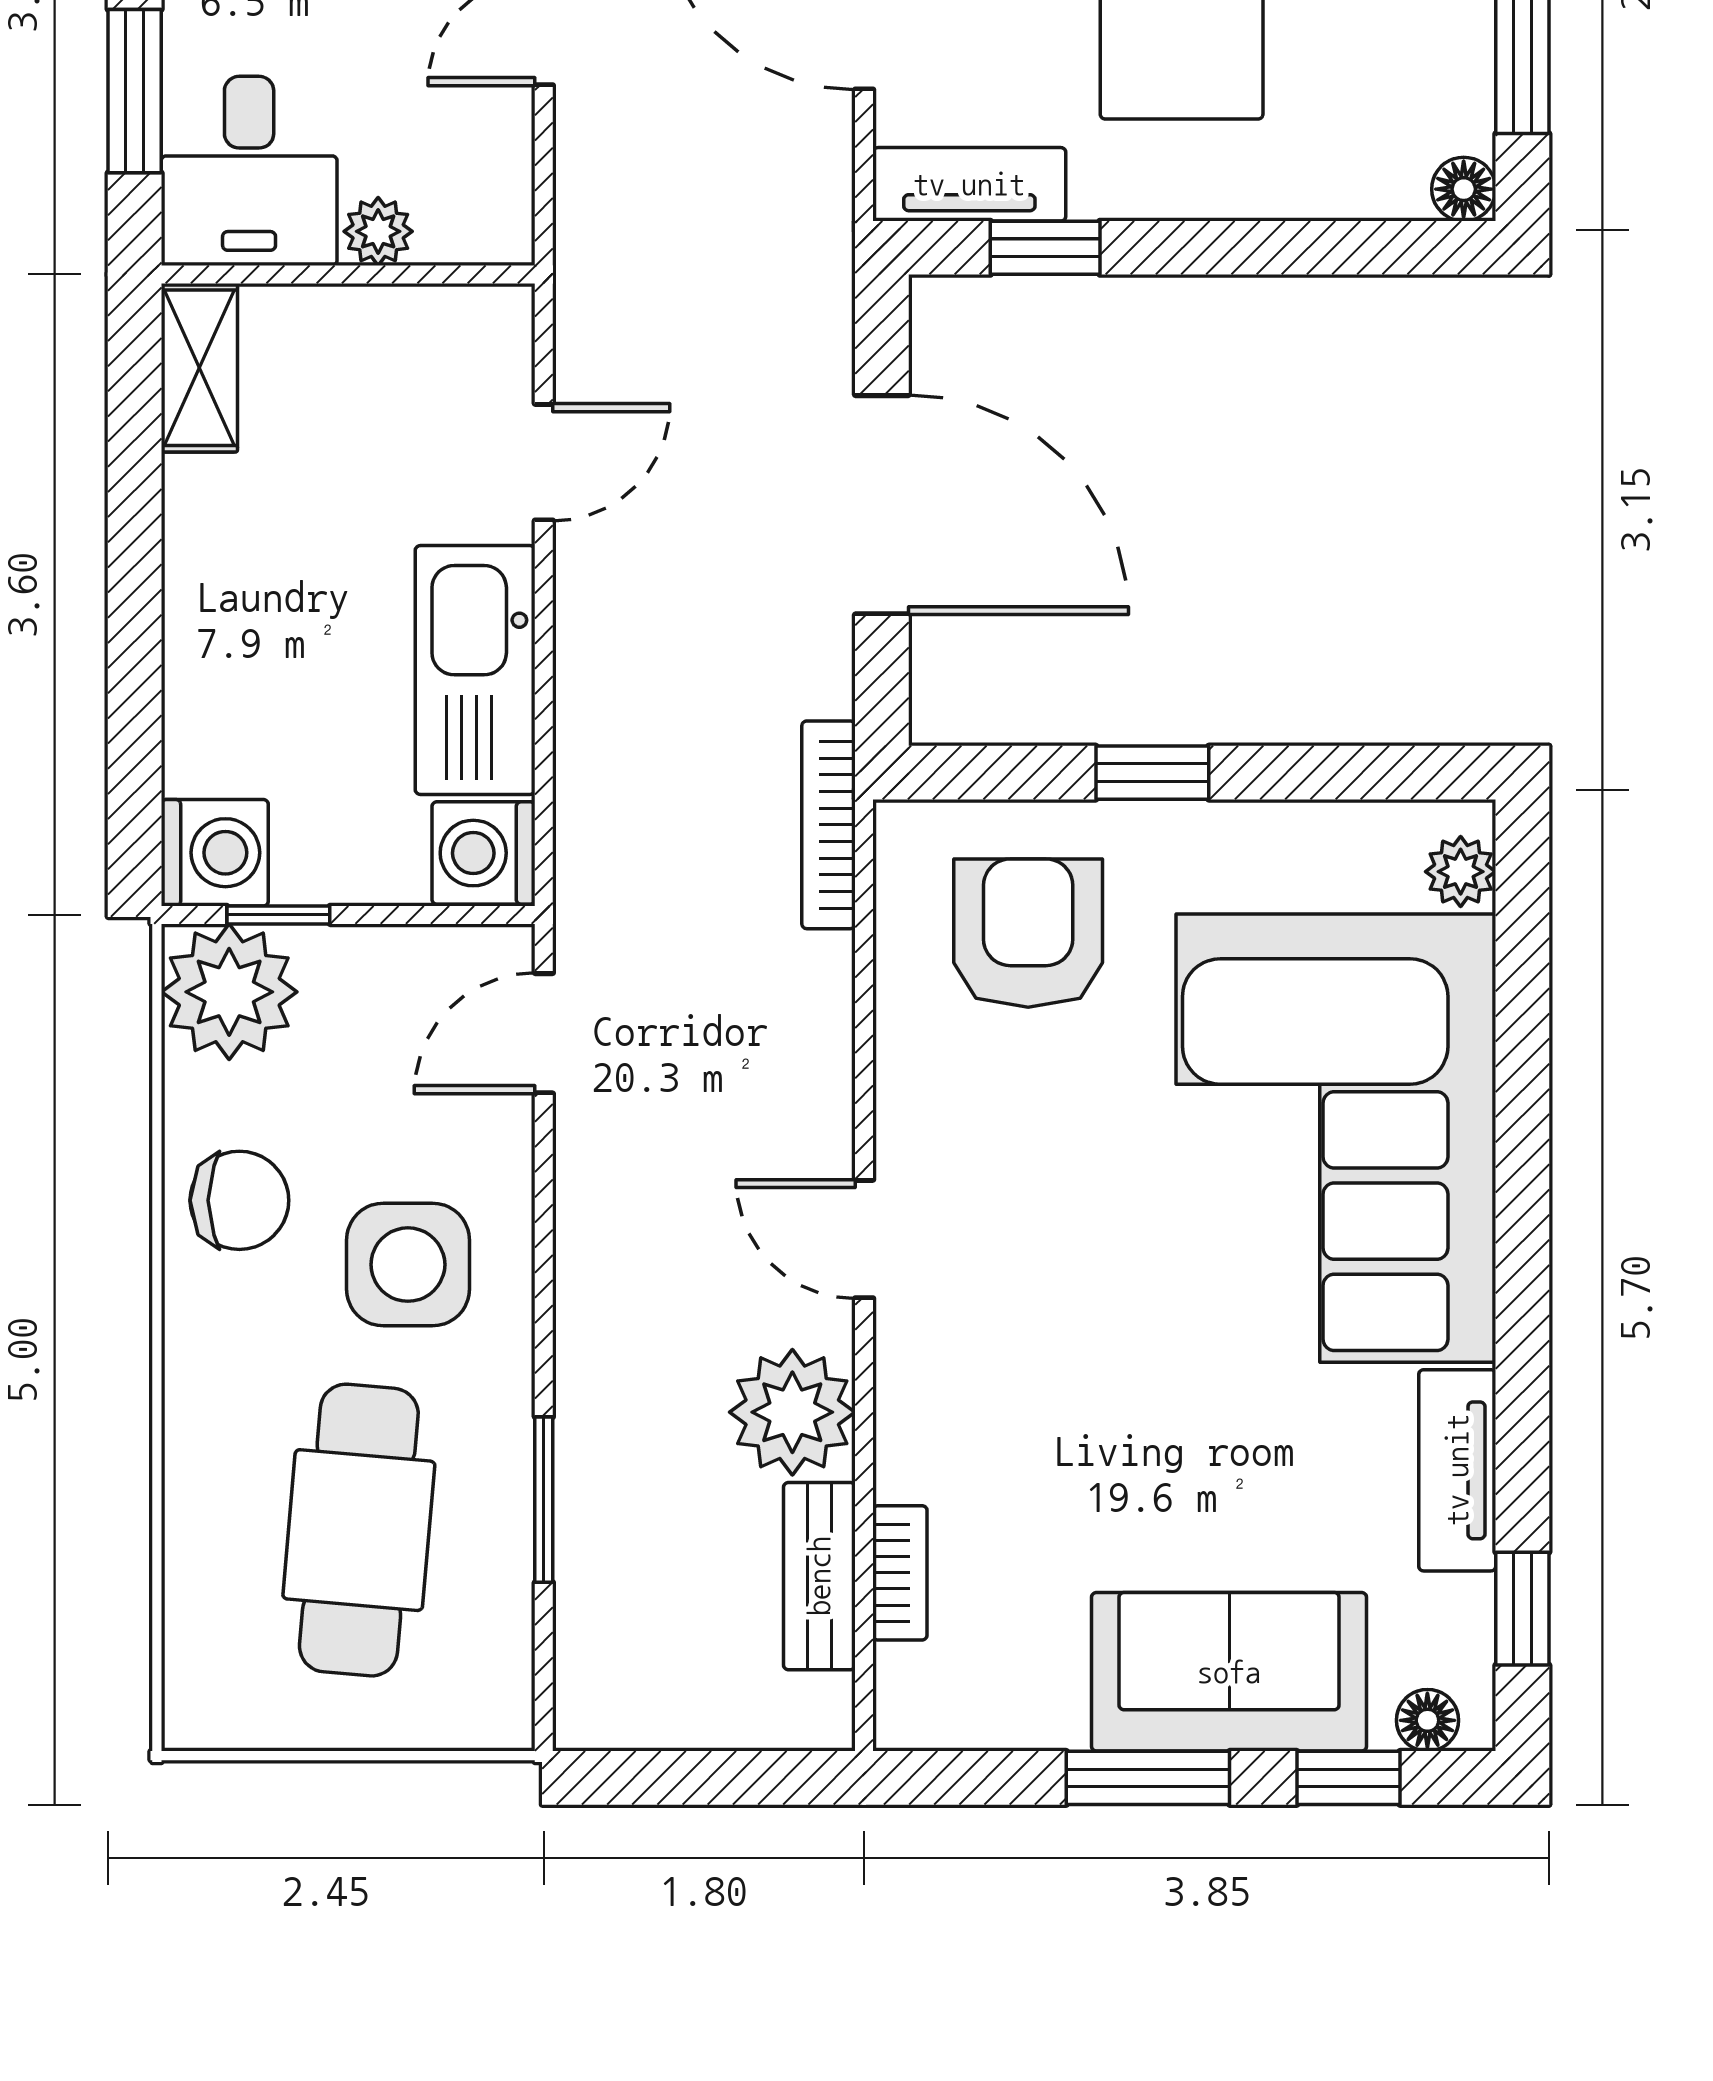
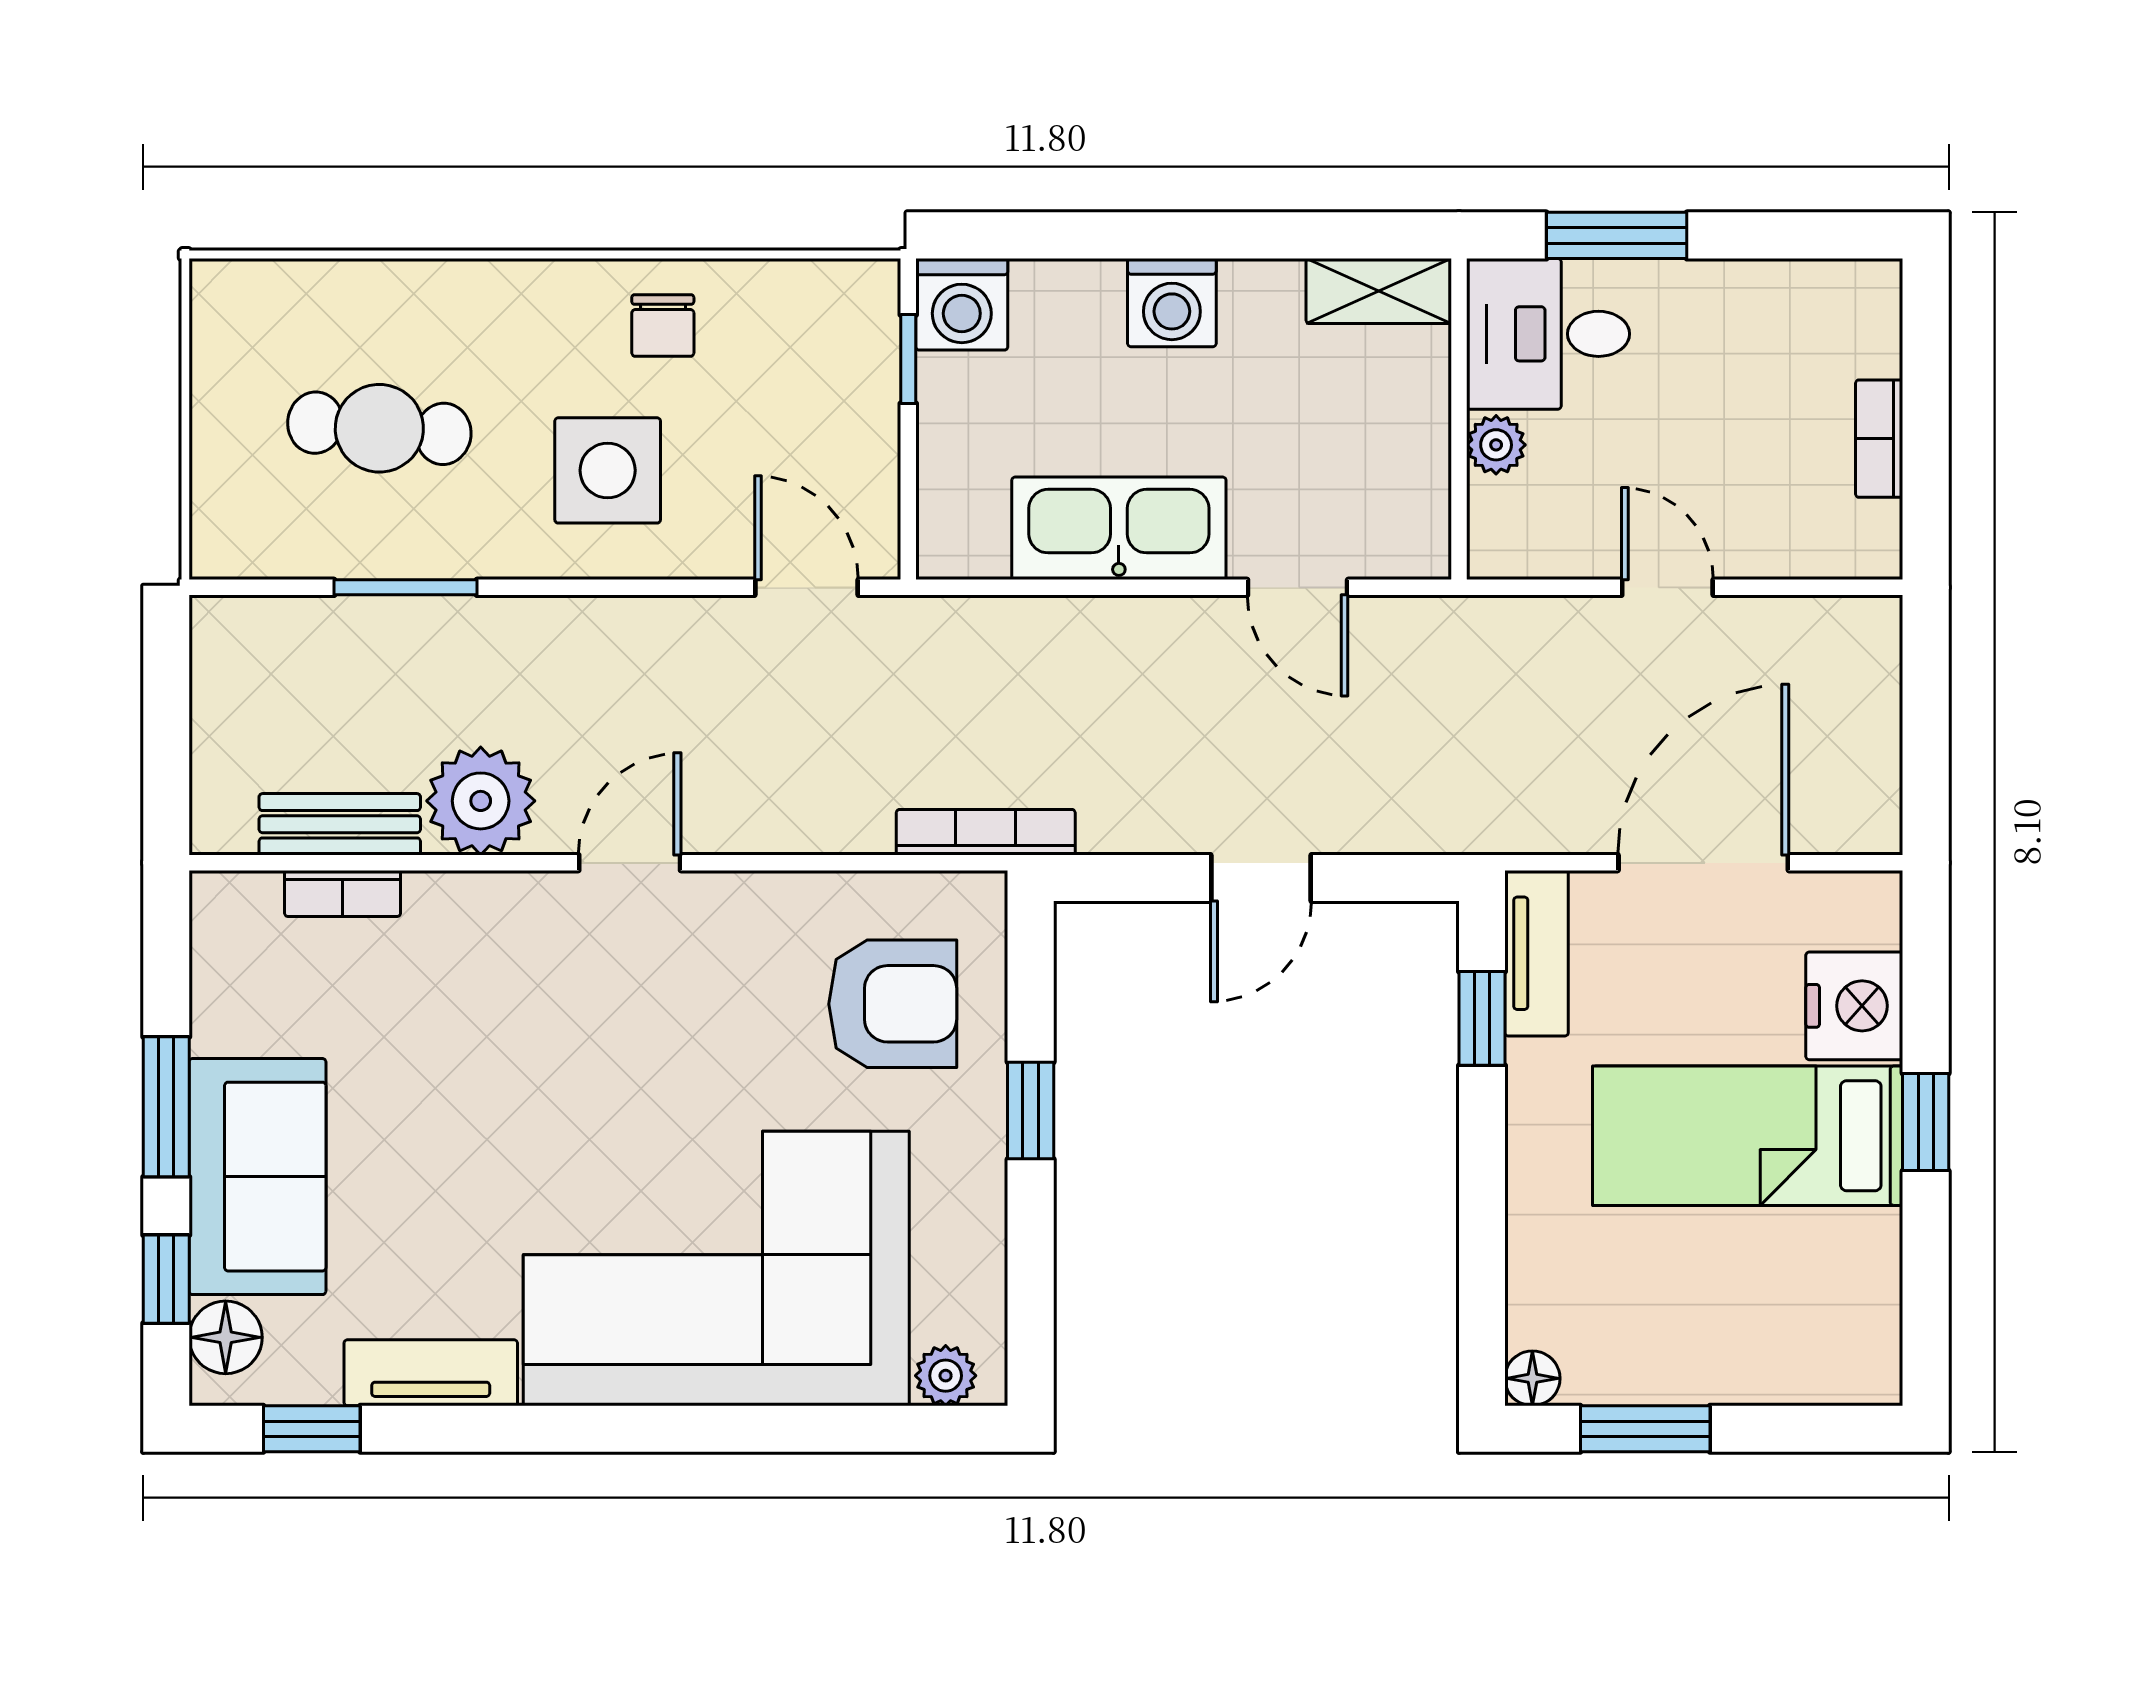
door: (882, 505) -> (1261, 878), width x0.53
washing machine: (484, 853) -> (1172, 303), moved, turned 180
plant: (229, 992) -> (842, 317), removed
chair: (239, 1200) -> (663, 326), width x0.73, depth x0.73
cafe table: (359, 1530) -> (379, 428), width x0.73, depth x0.74
floor lamp: (1427, 1720) -> (226, 1337), width x1.37, depth x1.37

